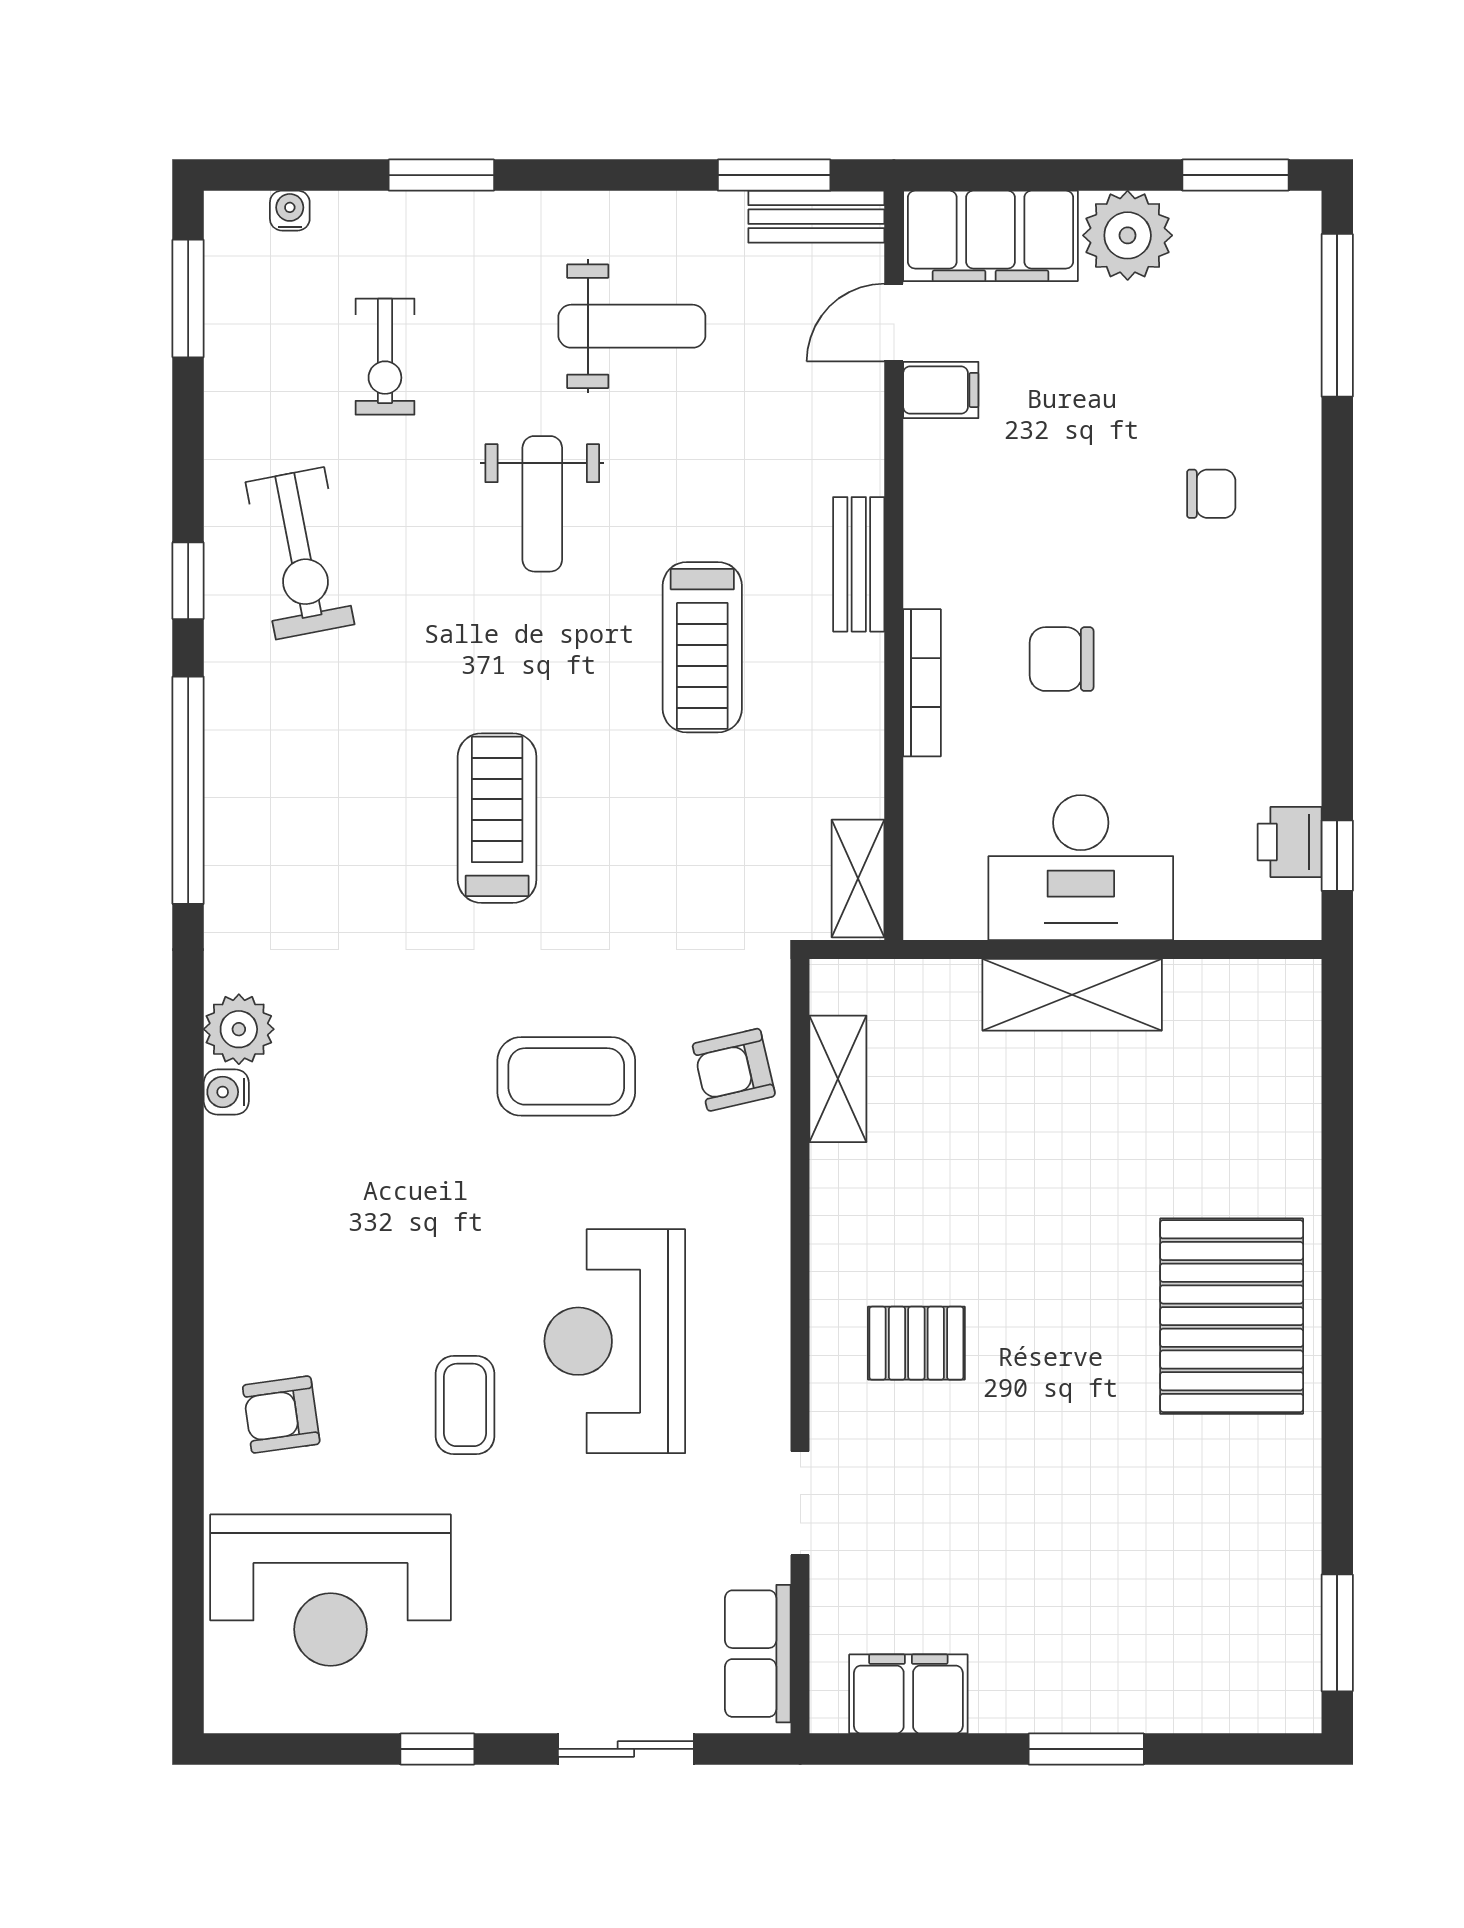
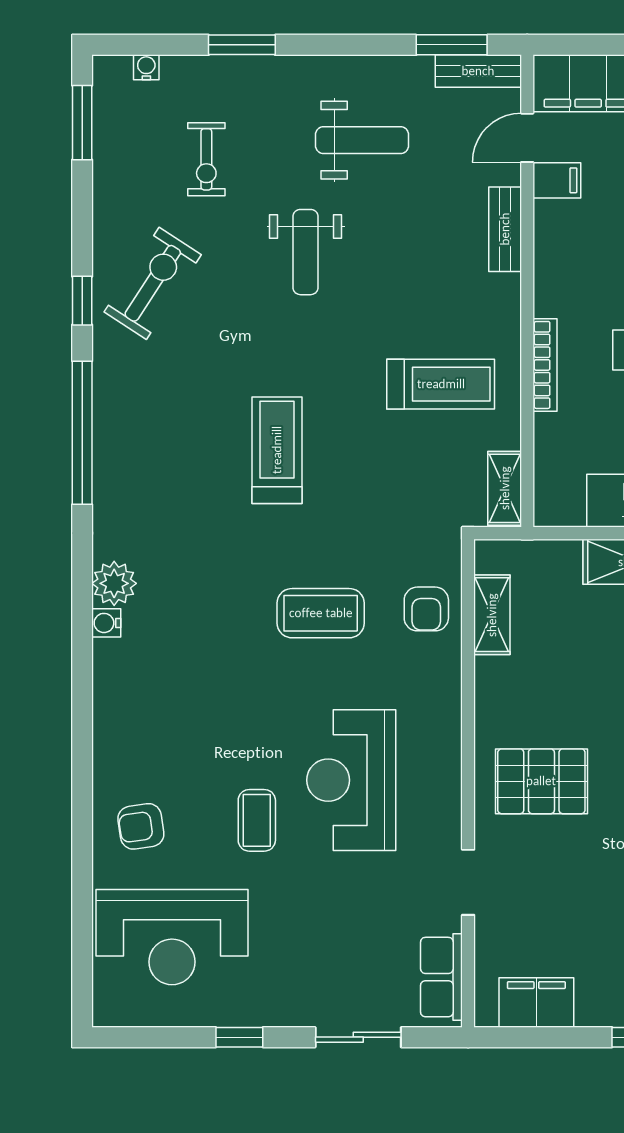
exercise bike: (300, 553) -> (153, 283), turned -136
bench: (859, 564) -> (505, 229), moved
treadmill: (702, 647) -> (441, 384), moved, turned -90
armchair: (734, 1070) -> (426, 609), turned -77
pallet: (916, 1343) -> (541, 781), width x1.50, depth x1.42

